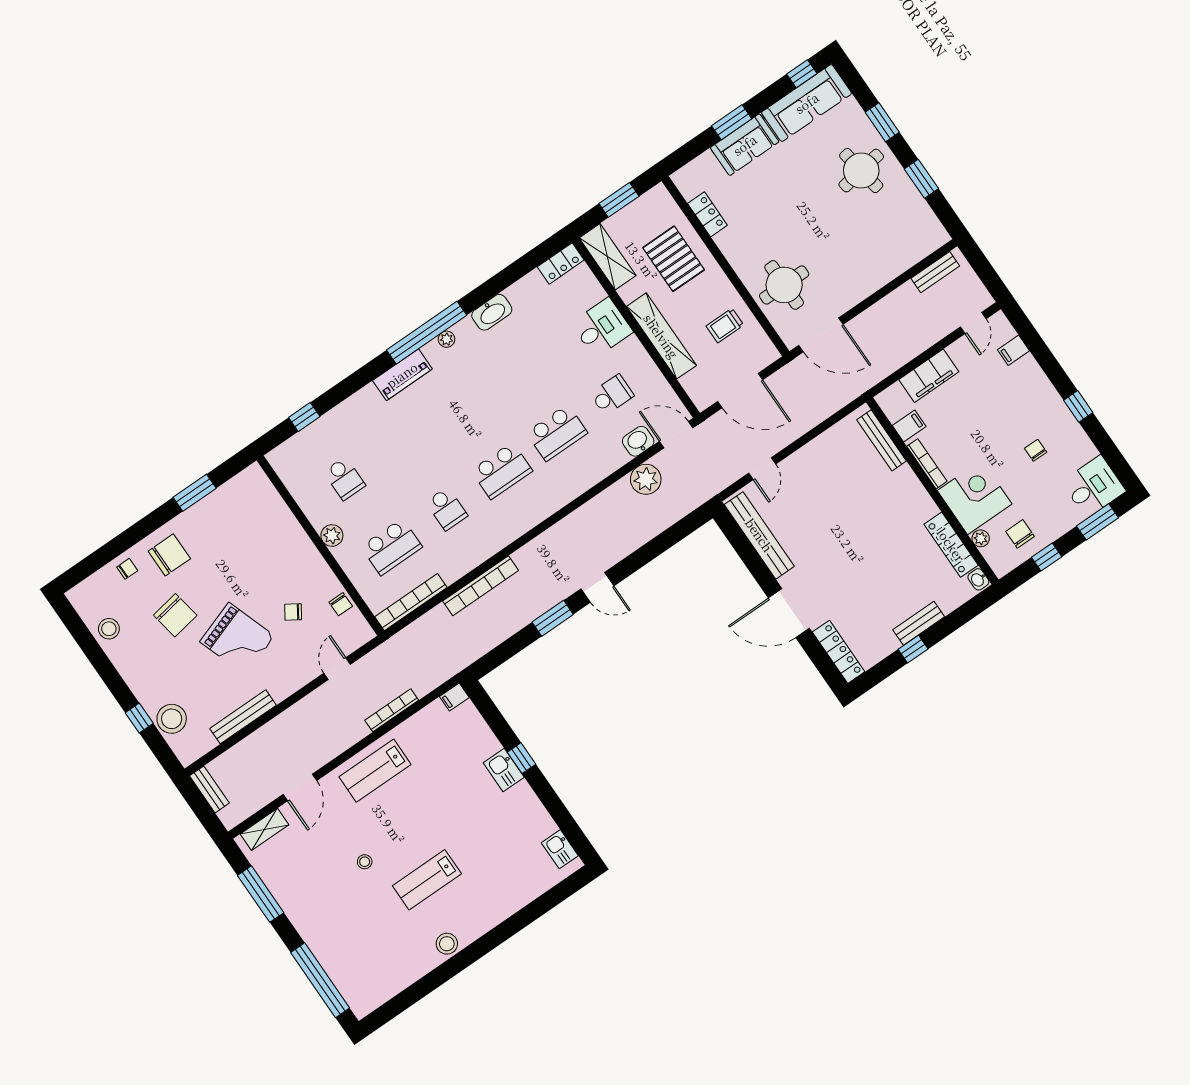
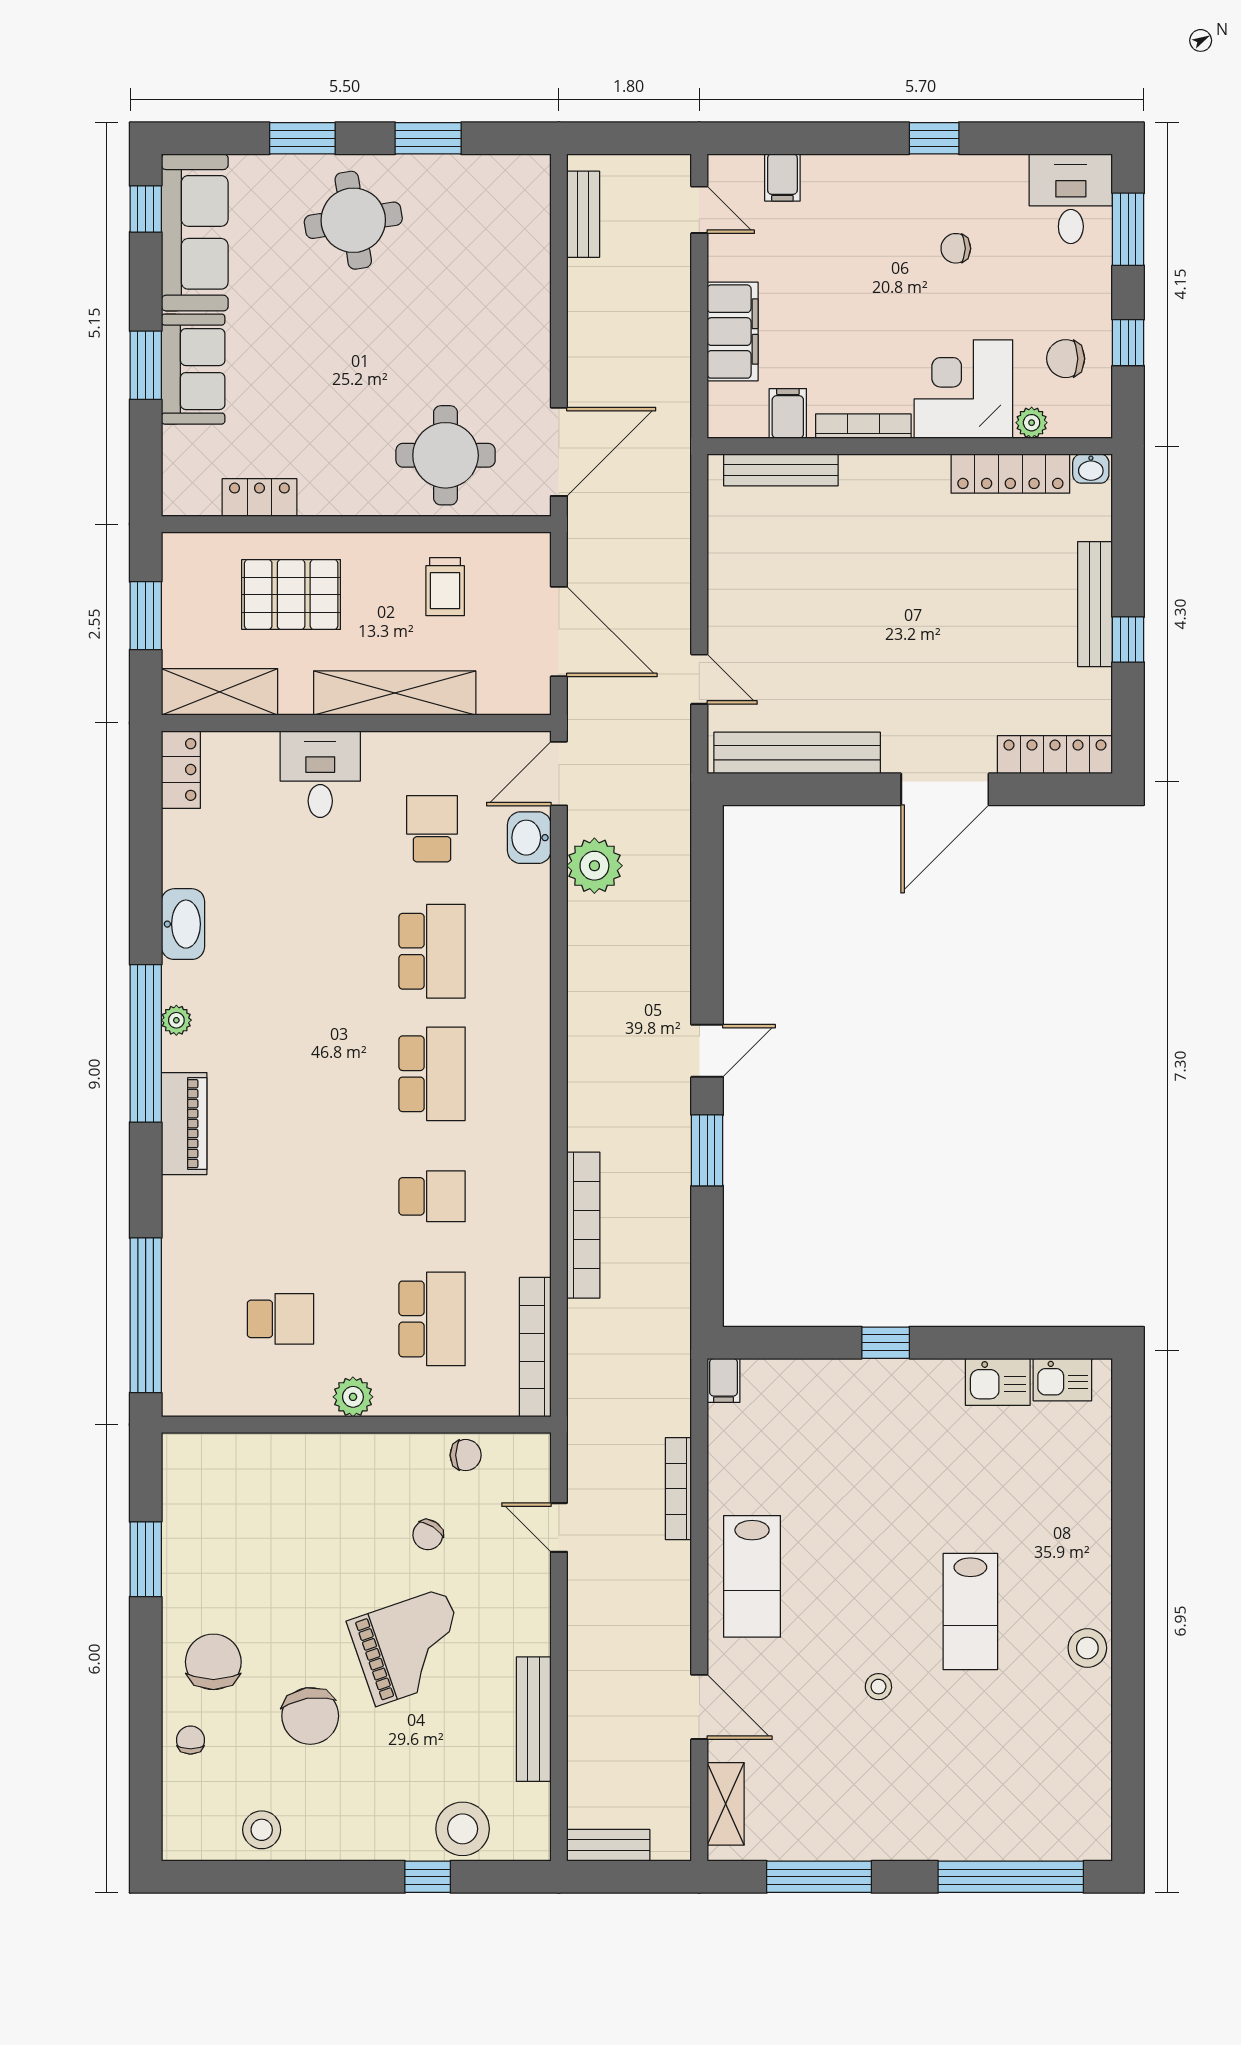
door: (740, 391) -> (559, 632), hinge flipped
window: (304, 417) -> (146, 1315), width x3.17
chair: (175, 615) -> (310, 1716), turned 91
bench: (919, 623) -> (1095, 604), width x1.36
kitchen sink: (504, 770) -> (998, 1382), moved

